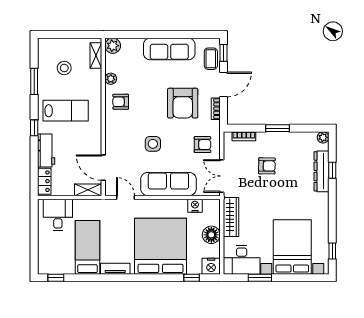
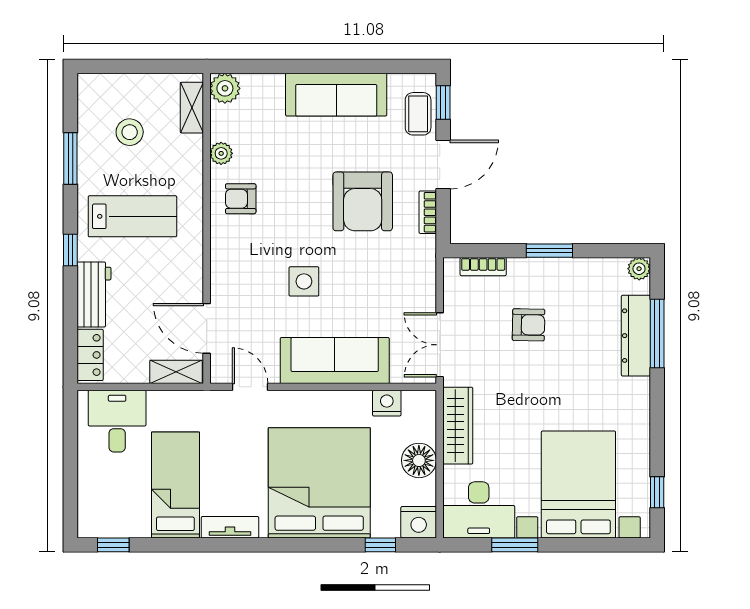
armchair: (202, 145) -> (402, 283), removed
window: (332, 170) -> (657, 334), width x2.17

